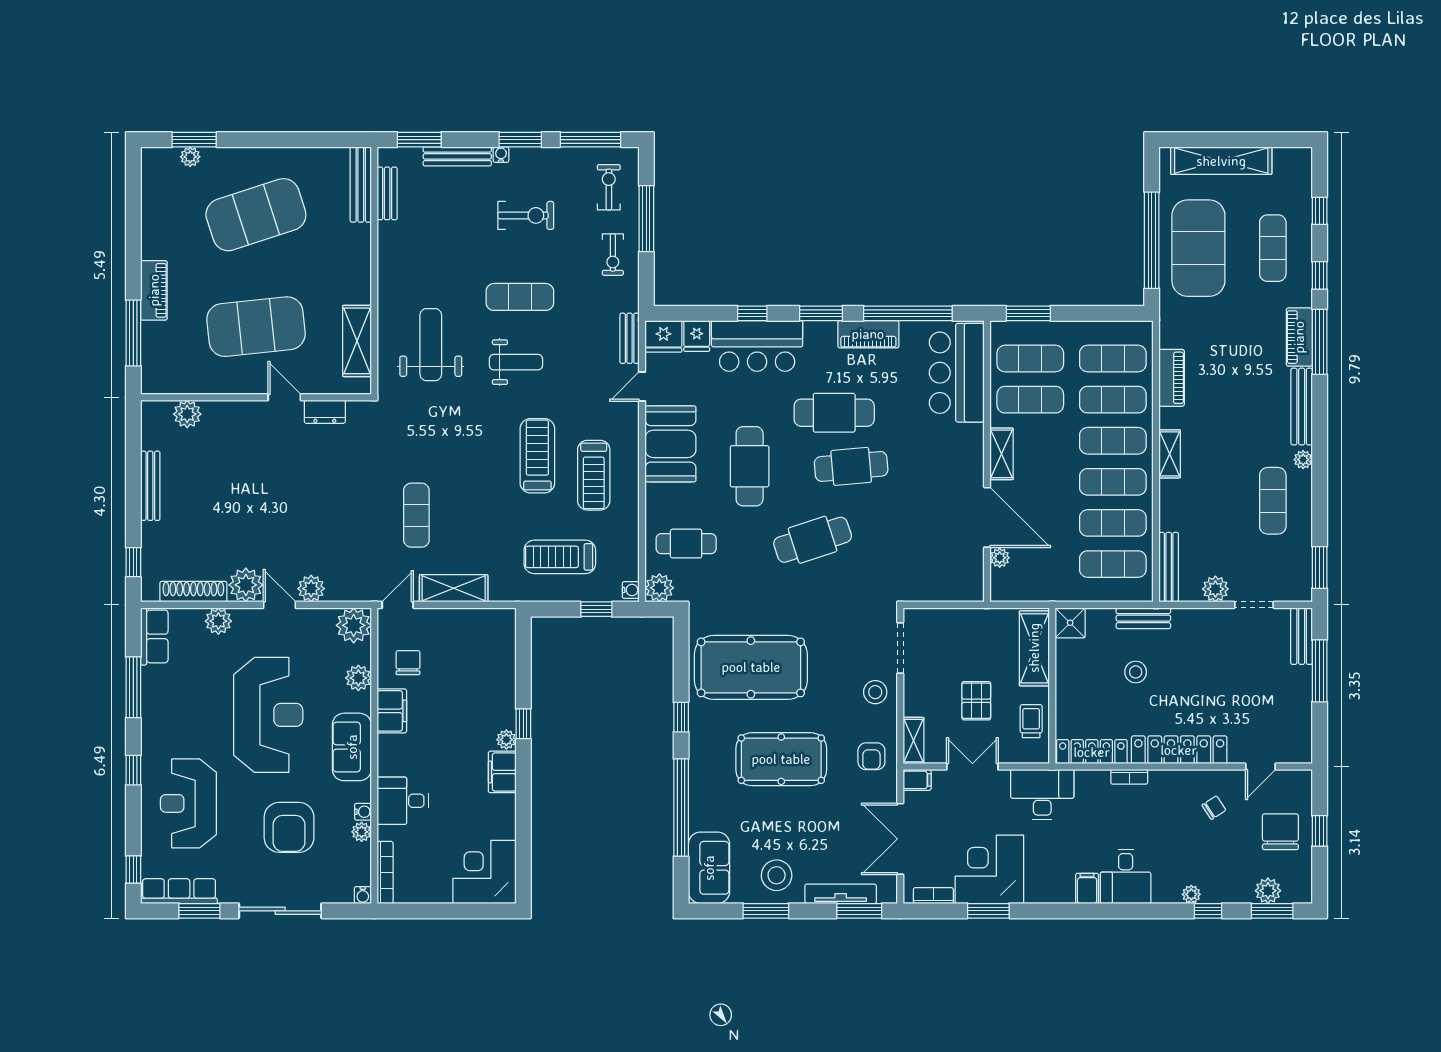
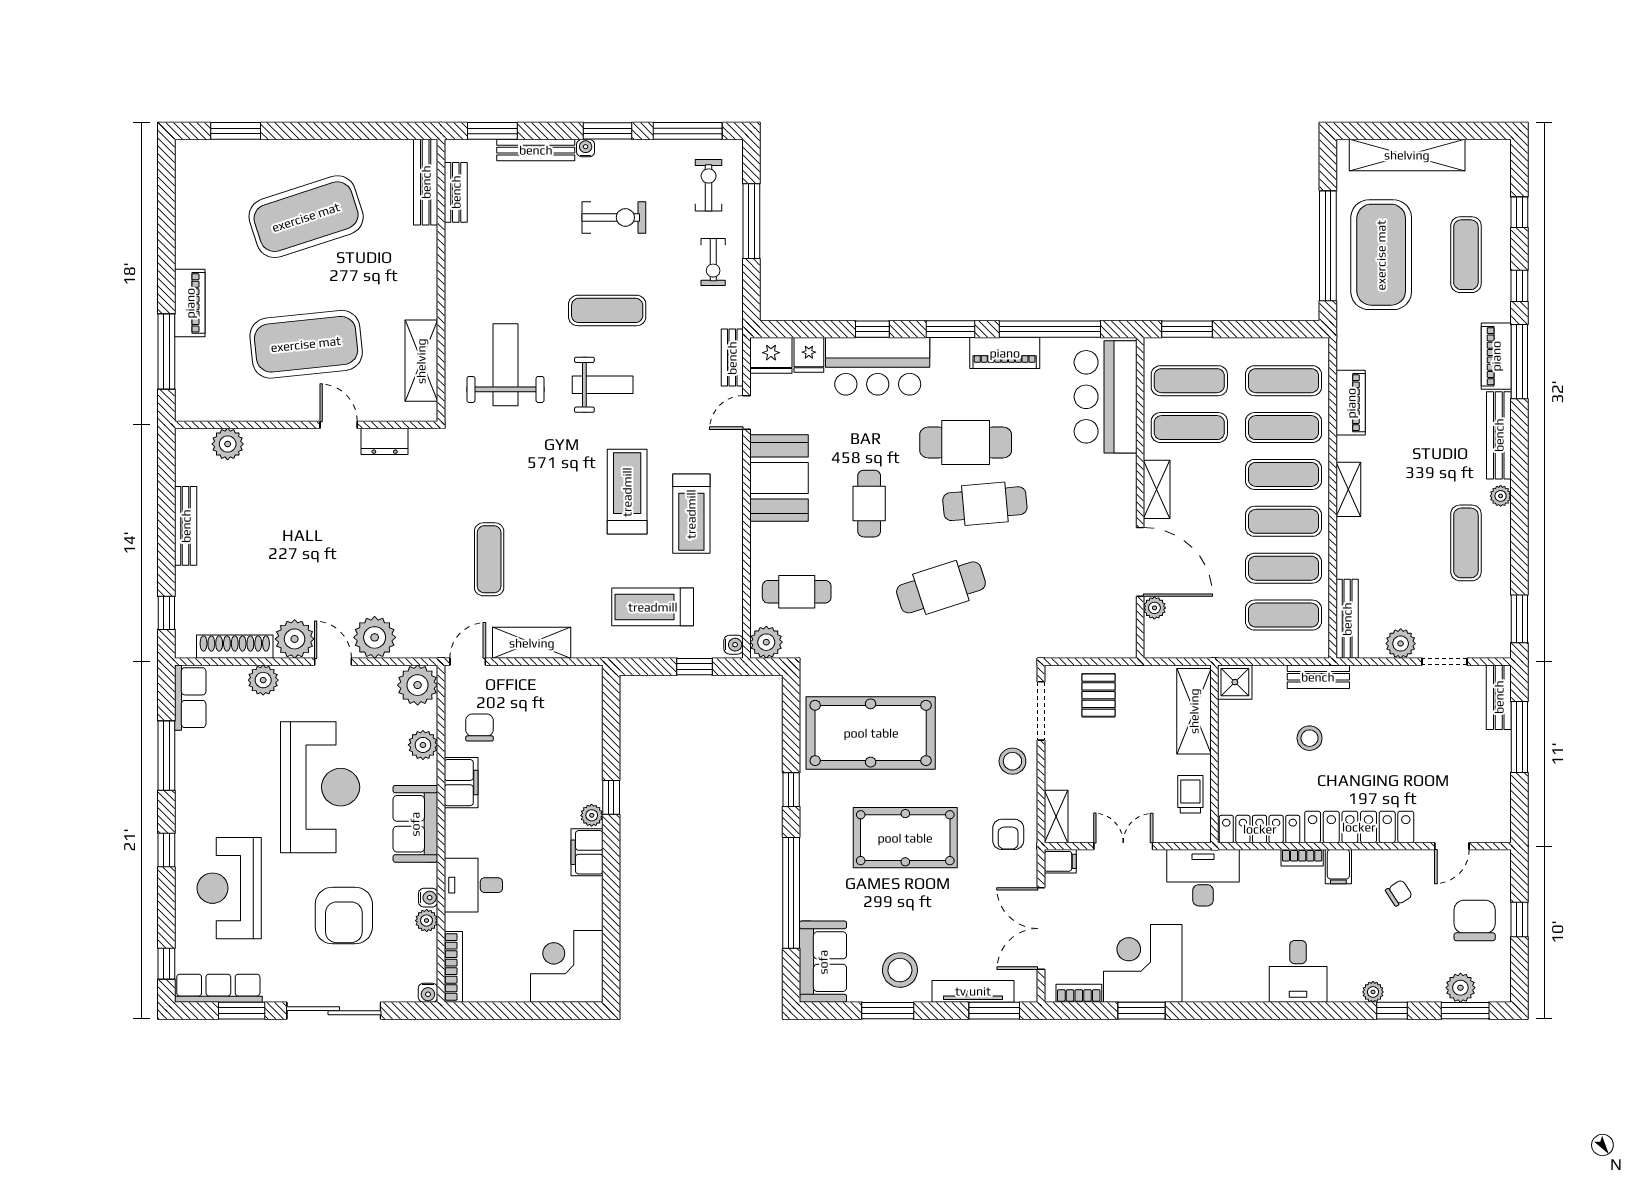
plant: (190, 157) -> (231, 151), removed
cafe table: (750, 466) -> (869, 504), width x0.73, depth x0.74
plant: (311, 589) -> (375, 637), width x1.36, depth x1.36
pallet: (976, 701) -> (1099, 695), moved
filing cabinet: (1087, 888) -> (1338, 867), moved, turned 180

